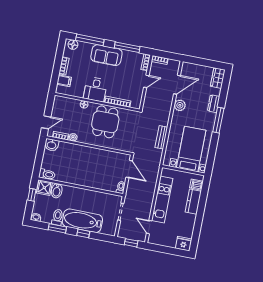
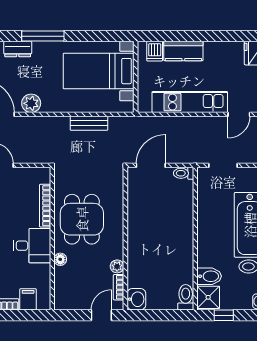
door: (46, 122) -> (101, 315), hinge flipped
dining table: (105, 122) -> (82, 219), turned 90

